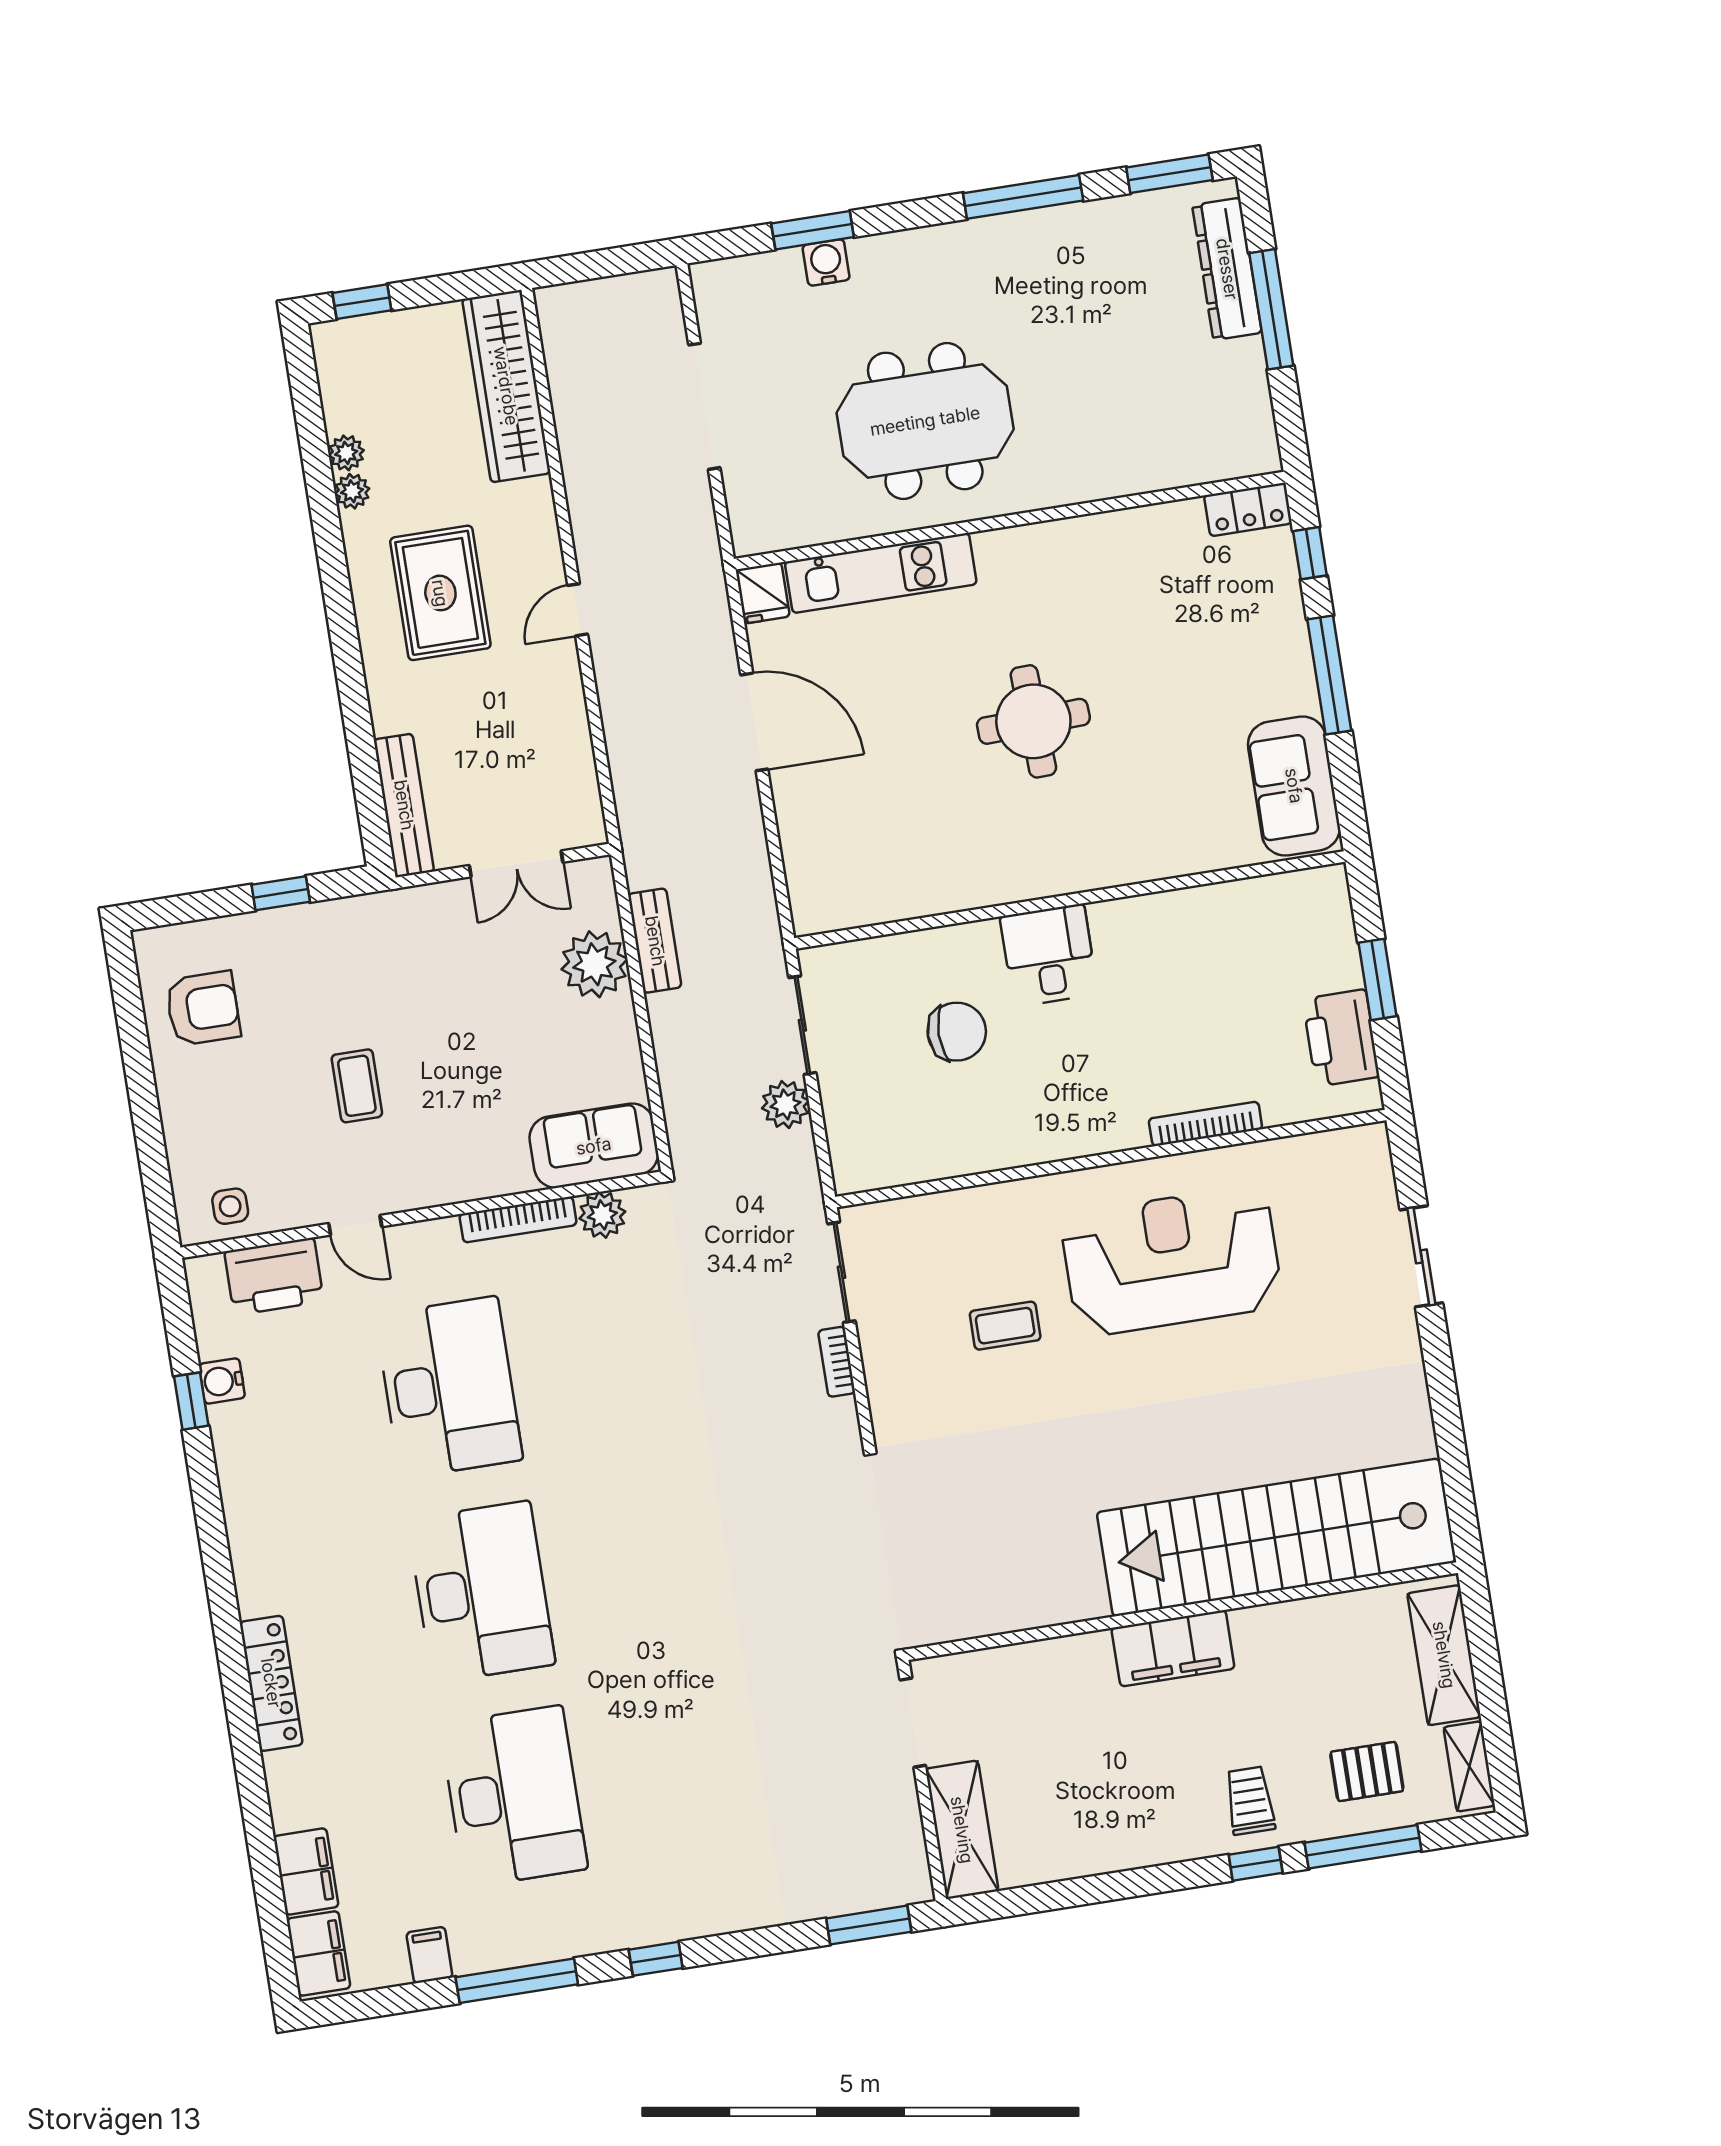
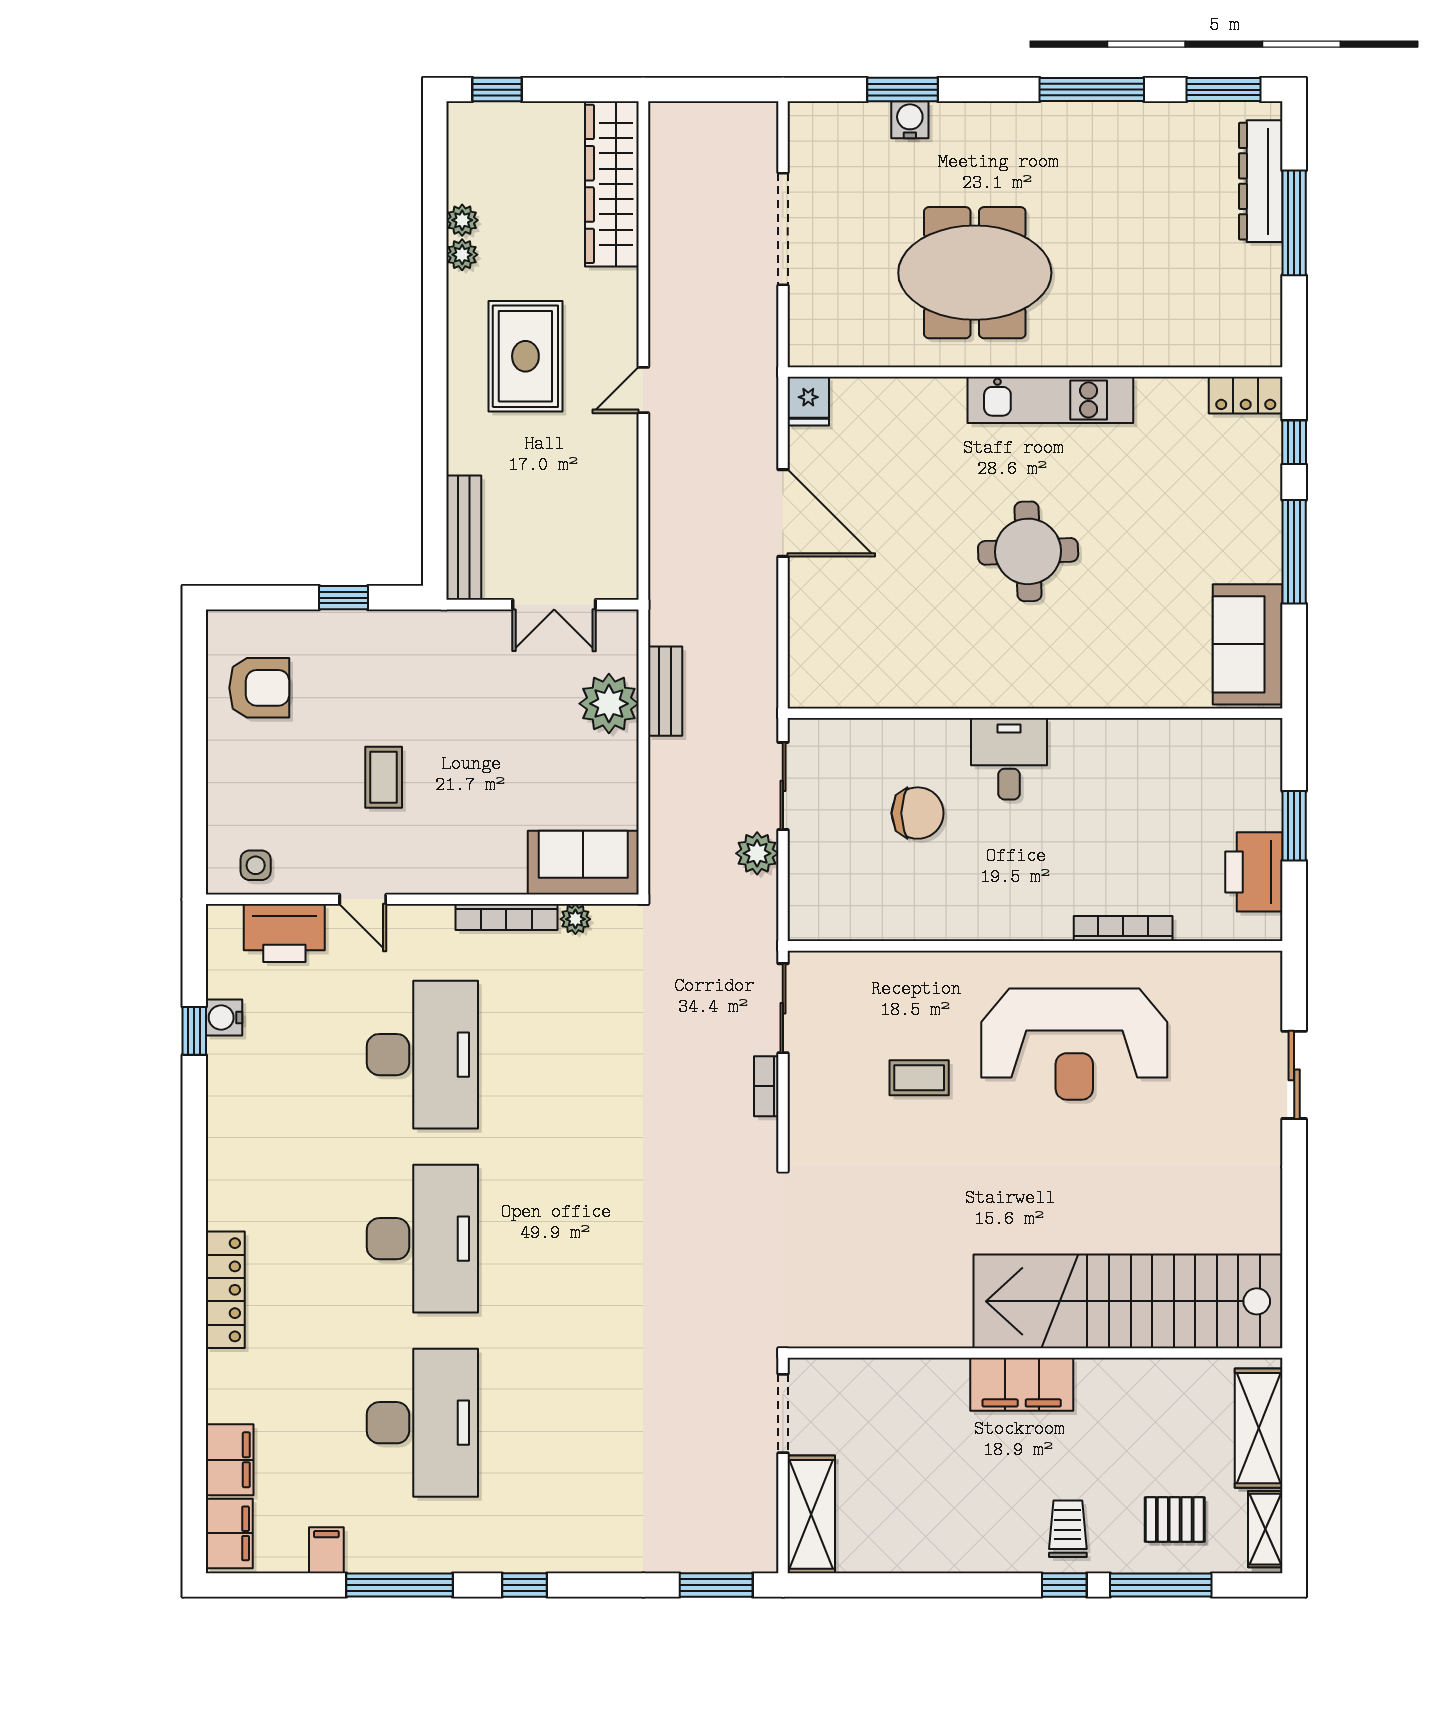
kitchen unit: (881, 573) -> (1050, 400), moved
plant: (602, 1215) -> (575, 919), width x0.73, depth x0.73
reception desk: (1172, 1261) -> (1074, 1044), turned 180

